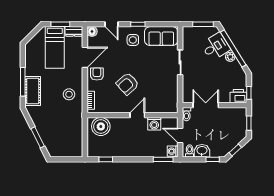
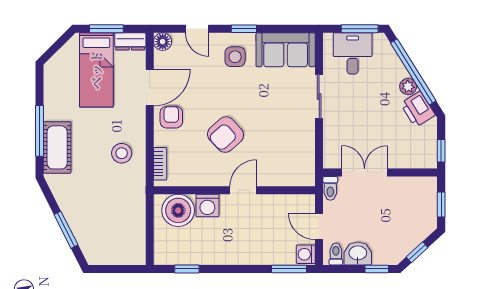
desk: (216, 47) -> (353, 53), moved, turned -58
printer: (238, 96) -> (418, 109), moved, turned -122
washing machine: (154, 124) -> (207, 206), moved

